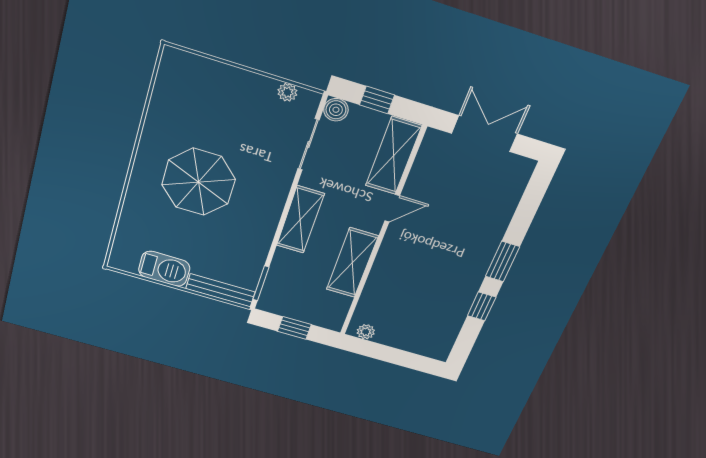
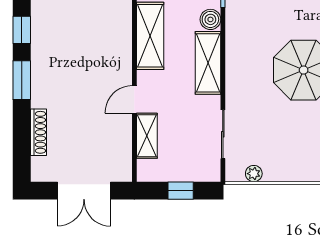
boiler: (336, 110) -> (210, 19), moved
shelving: (393, 156) -> (147, 136), width x0.67, depth x0.75
shoe rack: (508, 207) -> (38, 132), added

